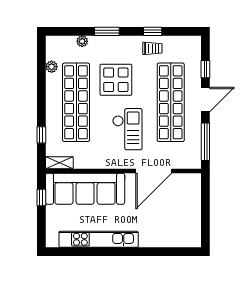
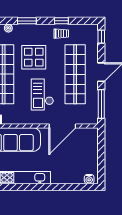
window: (205, 69) -> (101, 37), moved
checkout: (127, 129) -> (42, 94), turned 180
water cooler: (189, 241) -> (89, 179), added

